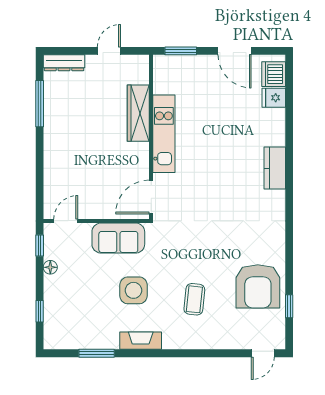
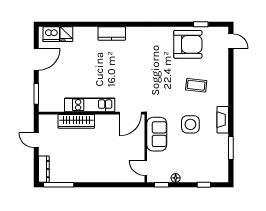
window: (40, 104) -> (59, 185), moved
door: (151, 197) -> (130, 113), hinge flipped

